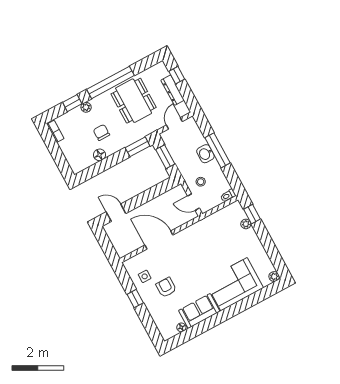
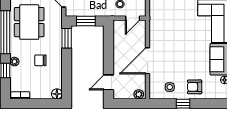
dining table: (134, 101) -> (29, 22), turned 90
floor lamp: (99, 155) -> (57, 94), moved
plant: (121, 249) -> (139, 94), added
armchair: (166, 287) -> (195, 87), moved

